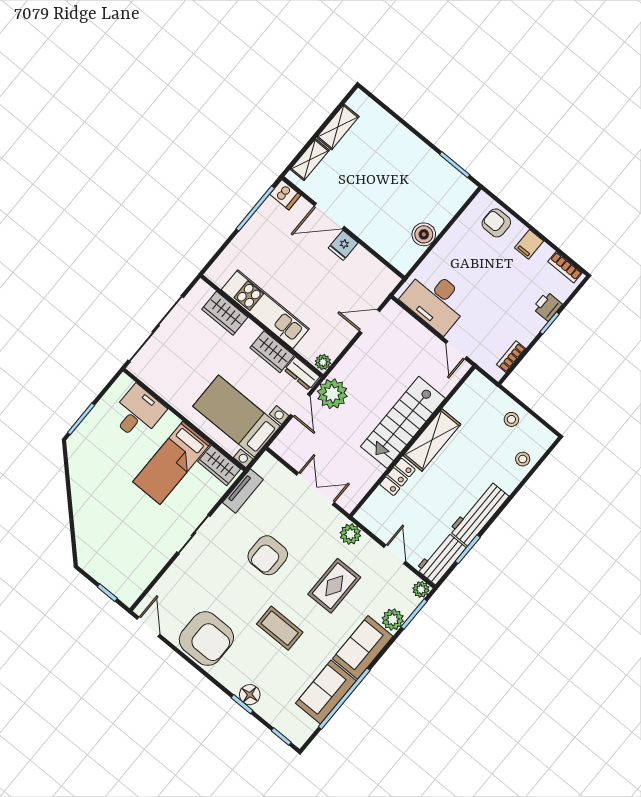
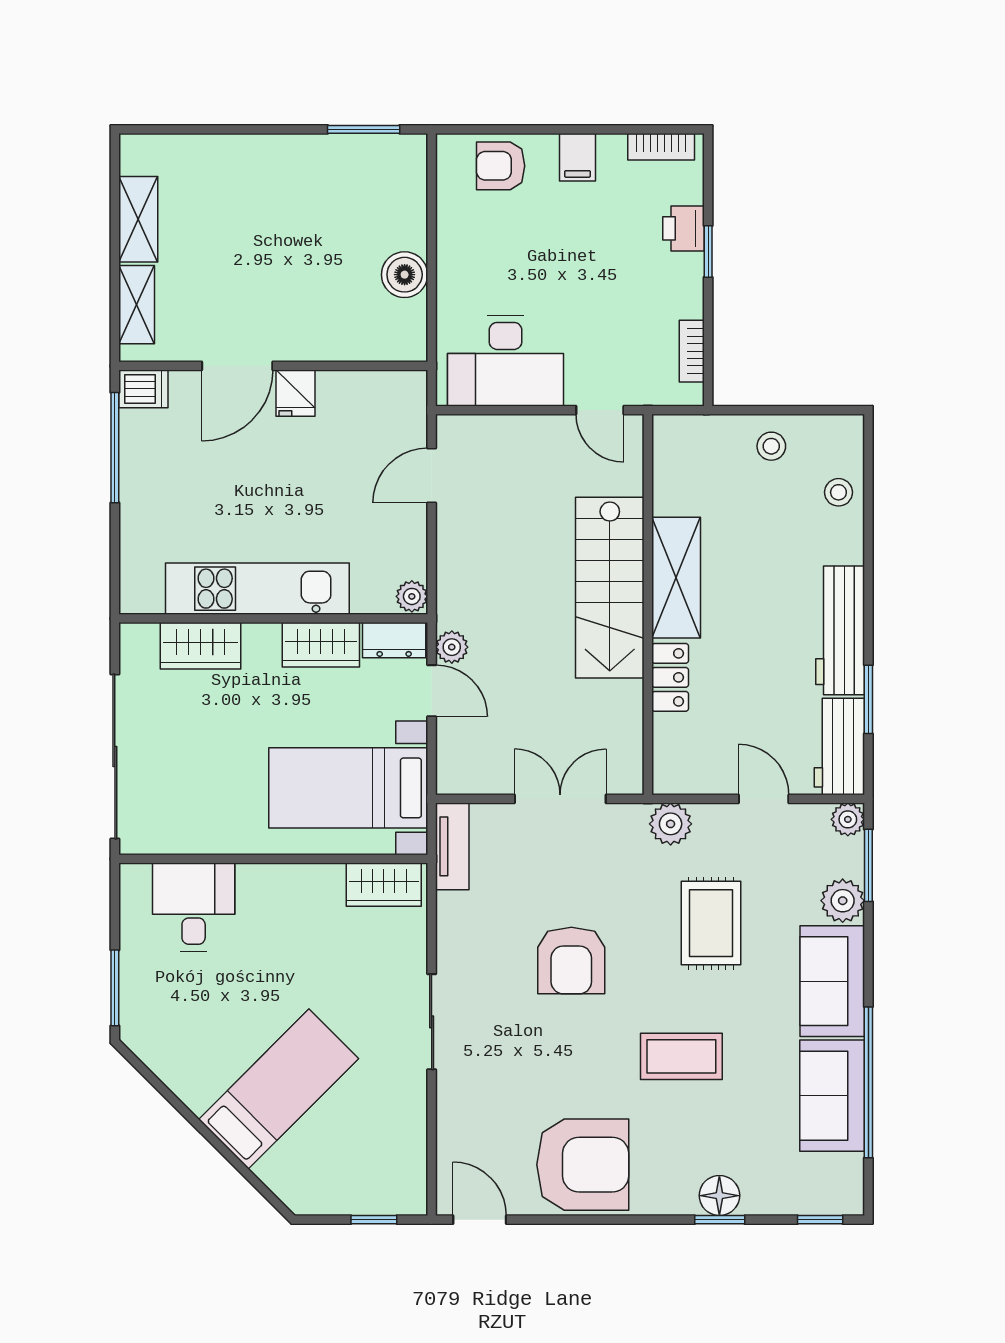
plant: (332, 394) -> (452, 647), width x0.53, depth x0.53
bed: (171, 463) -> (279, 1089), moved, turned -135
tv unit: (243, 491) -> (452, 846), moved

